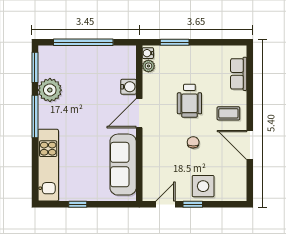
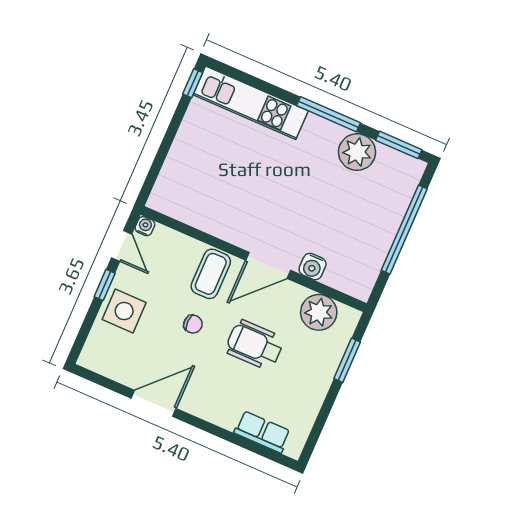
water cooler: (148, 53) -> (145, 226), moved
plant: (148, 66) -> (319, 312), width x1.87, depth x1.87
door: (139, 113) -> (268, 265), swing flipped
coffee table: (228, 113) -> (211, 274), moved, width x1.36, depth x1.30
sofa: (123, 165) -> (205, 210), removed
window: (78, 204) -> (193, 83), moved

